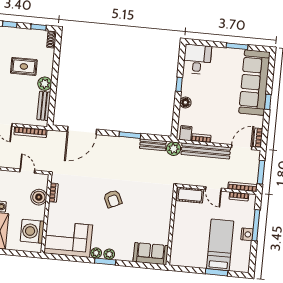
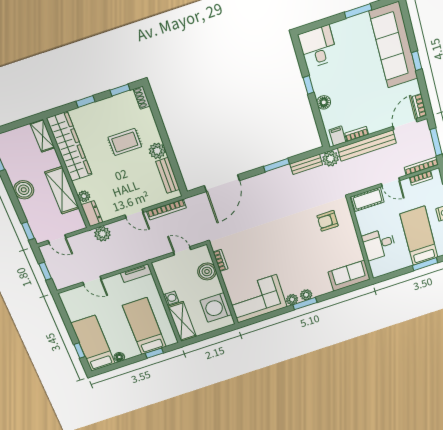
armchair: (113, 199) -> (328, 221), moved, turned 115
desk: (185, 237) -> (379, 244), added

